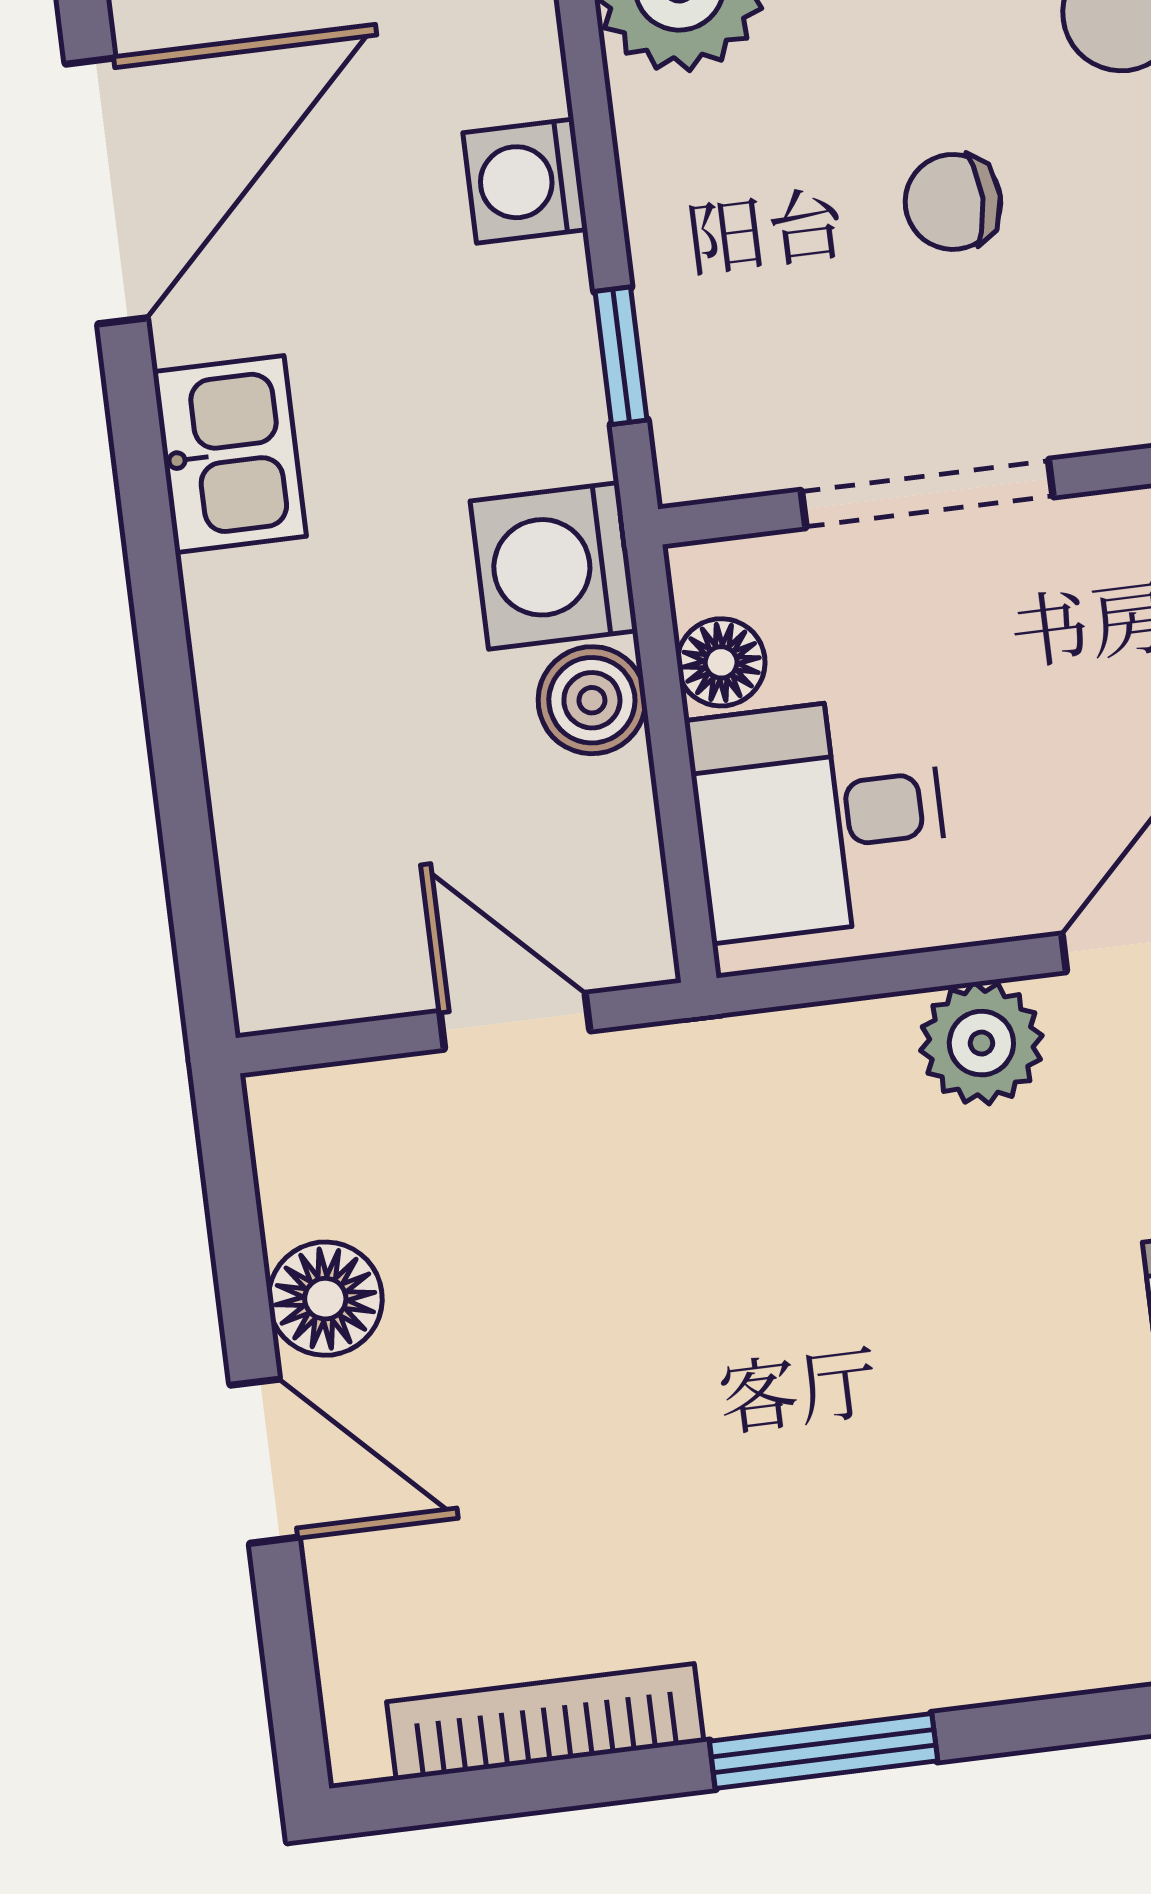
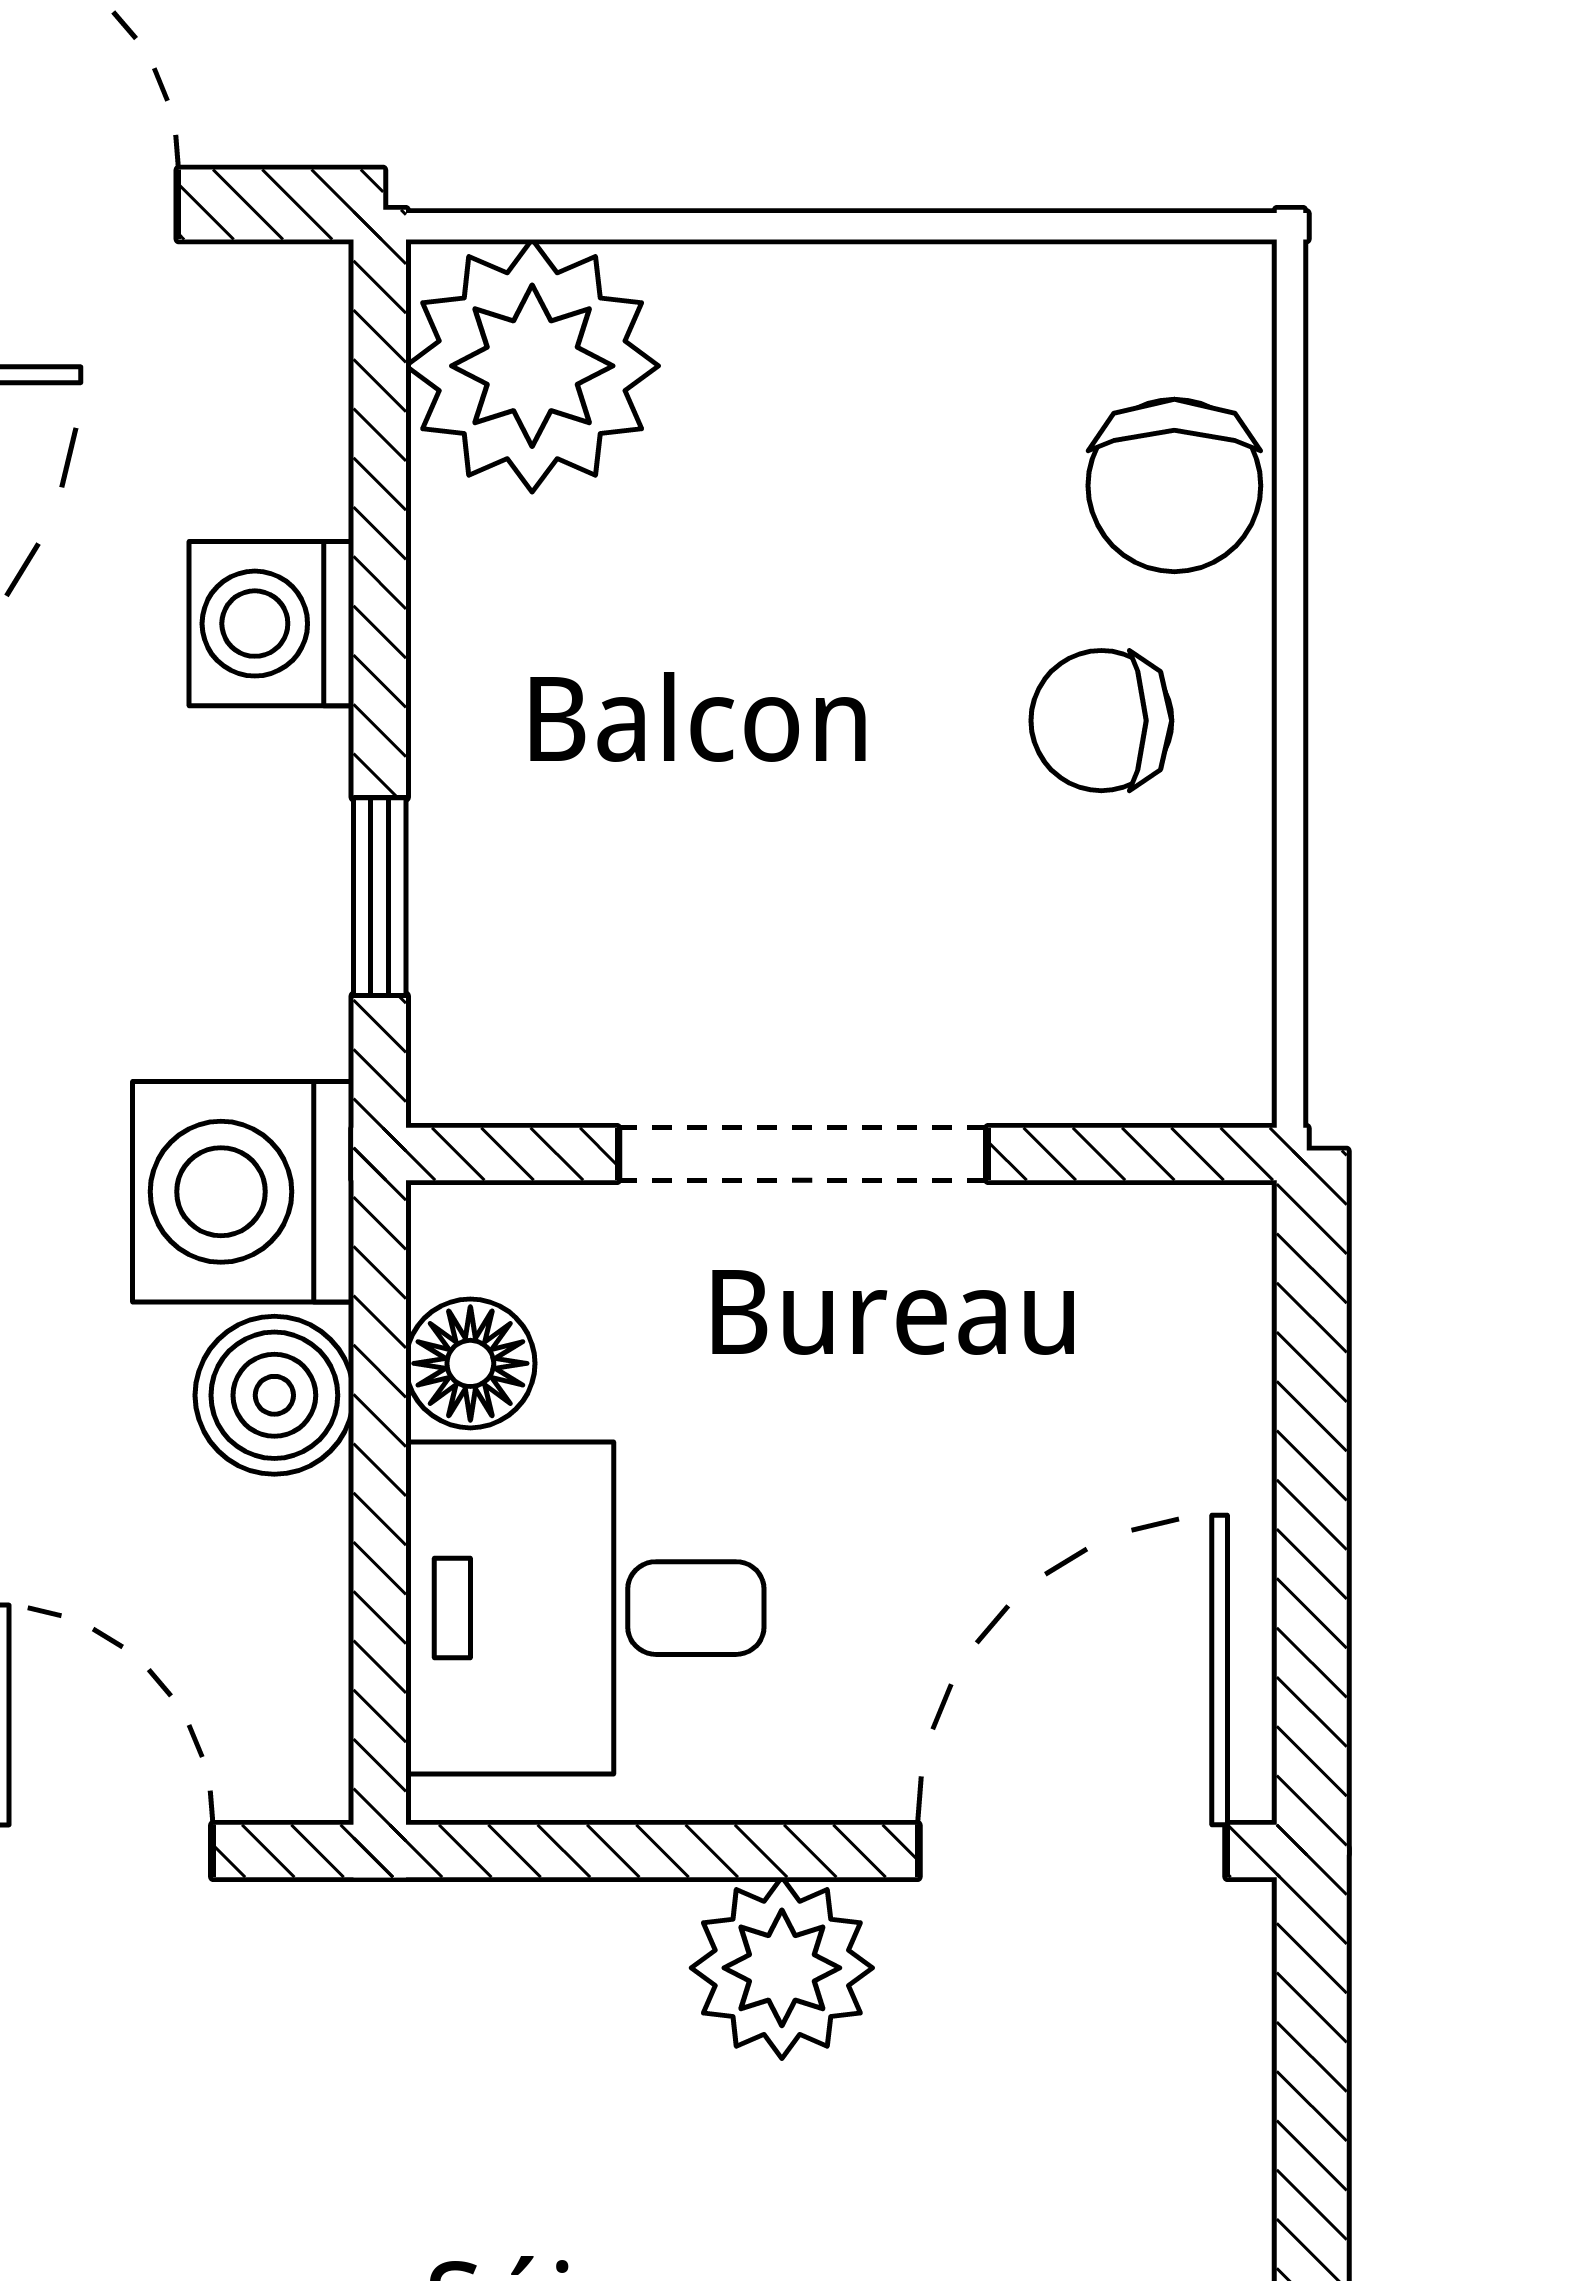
chair: (953, 202) -> (1101, 721), moved

